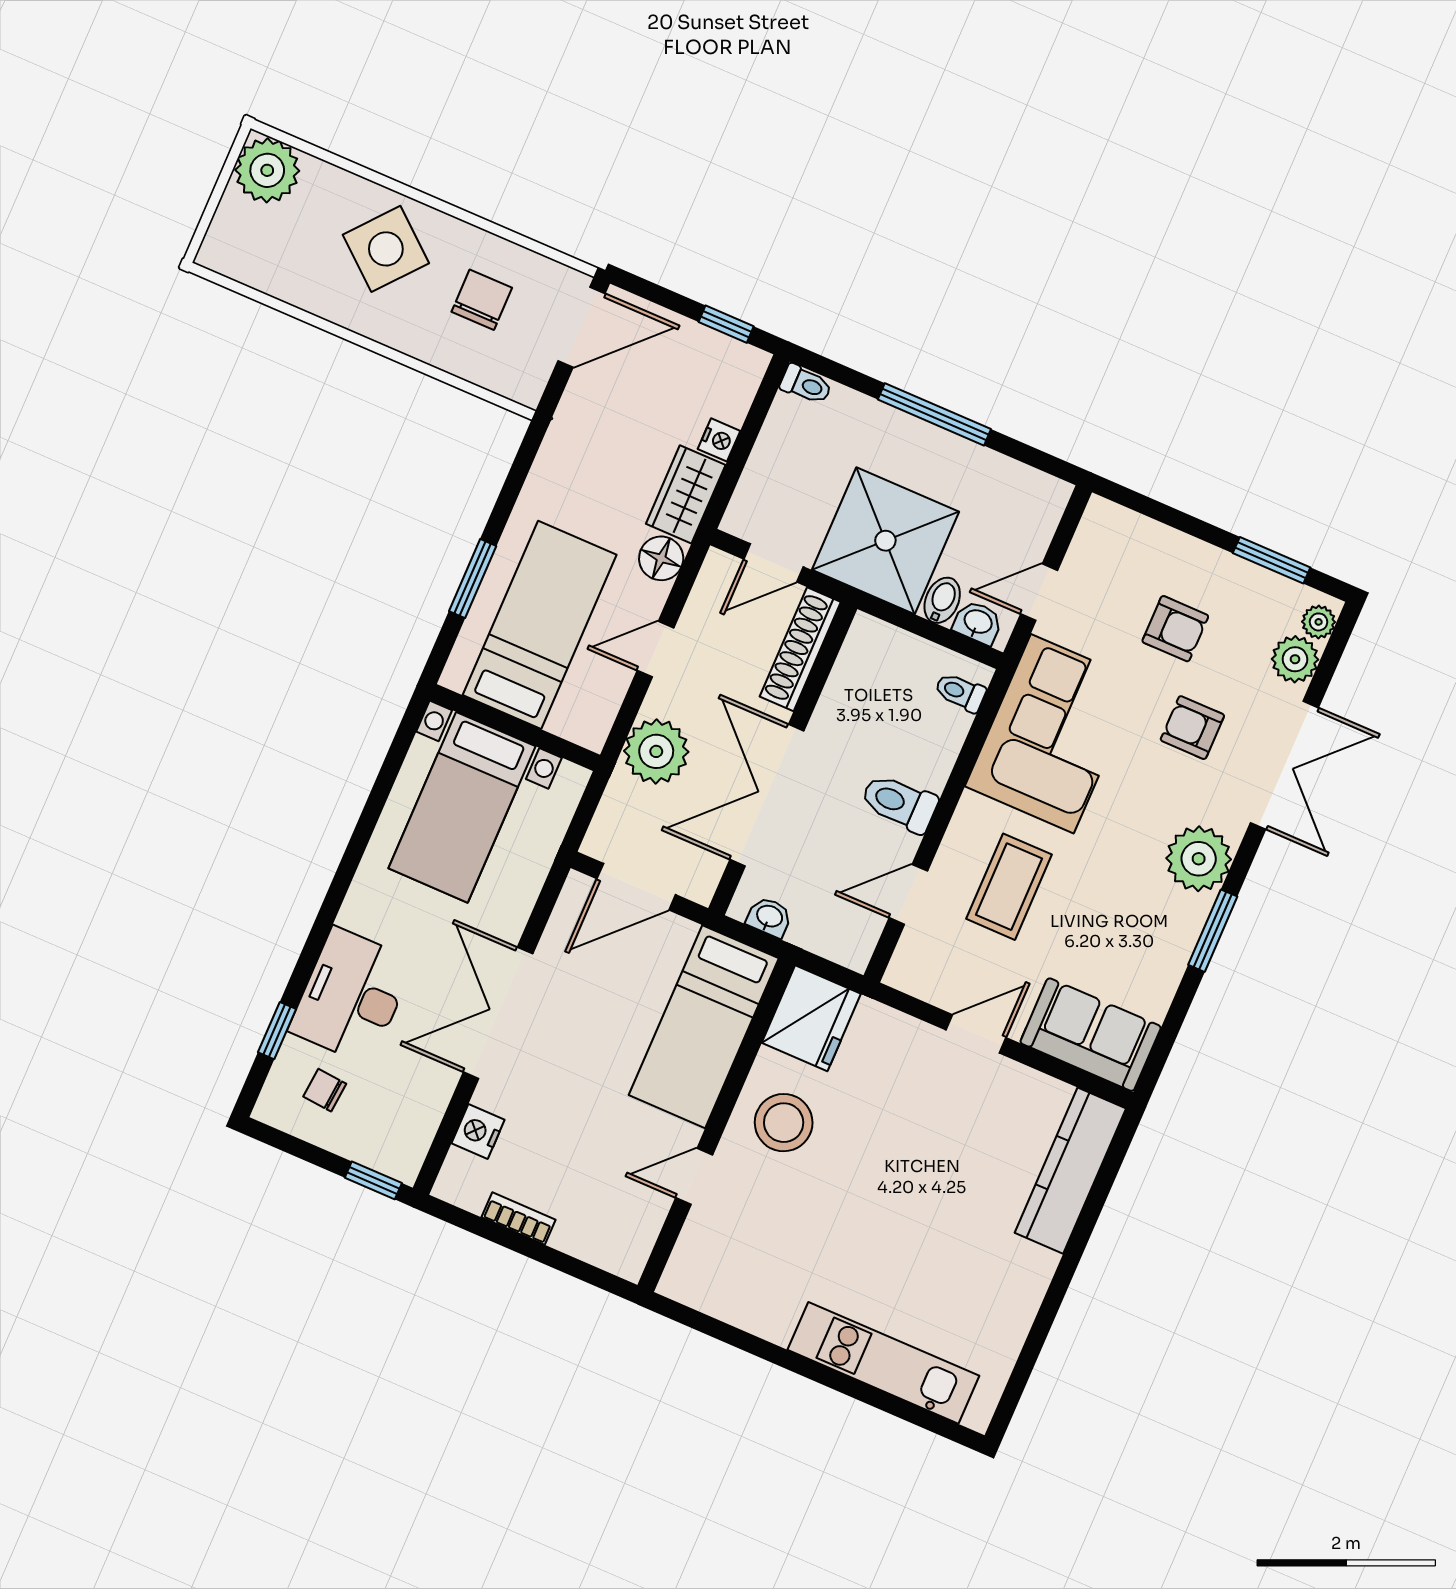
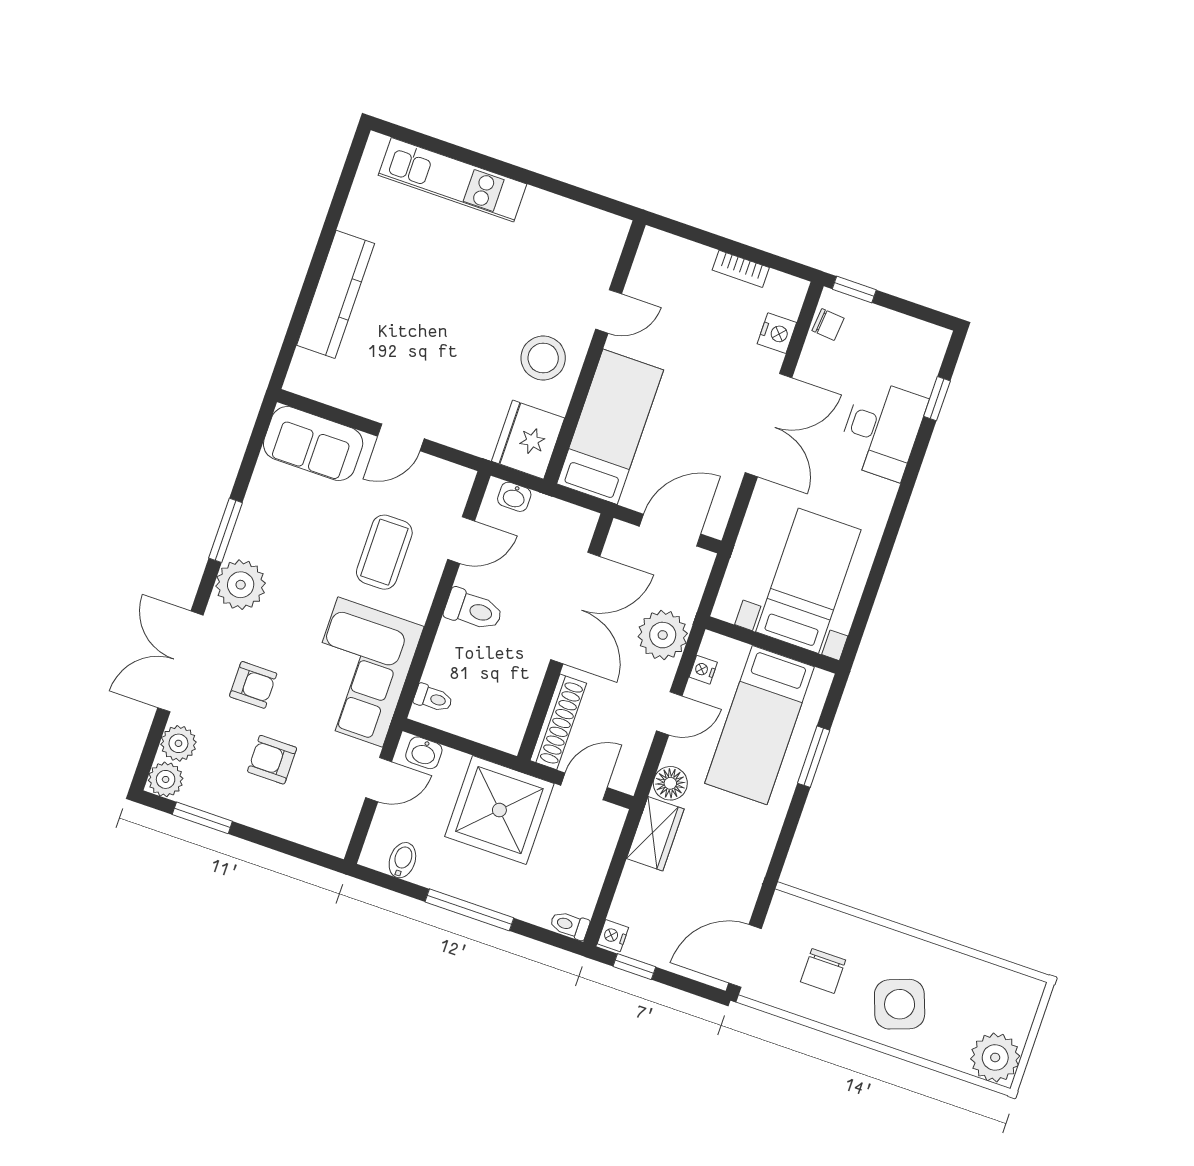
side table: (386, 249) -> (900, 1004), turned 30
nightstand: (719, 440) -> (613, 936), moved
bidet: (942, 600) -> (402, 860), moved, turned 180
plant: (1319, 622) -> (166, 779), width x1.38, depth x1.38
nightstand: (607, 702) -> (703, 670), added
washbasin: (769, 917) -> (514, 497), moved
chair: (325, 1090) -> (828, 324), moved
kitchen counter: (1070, 1171) -> (336, 294), moved

